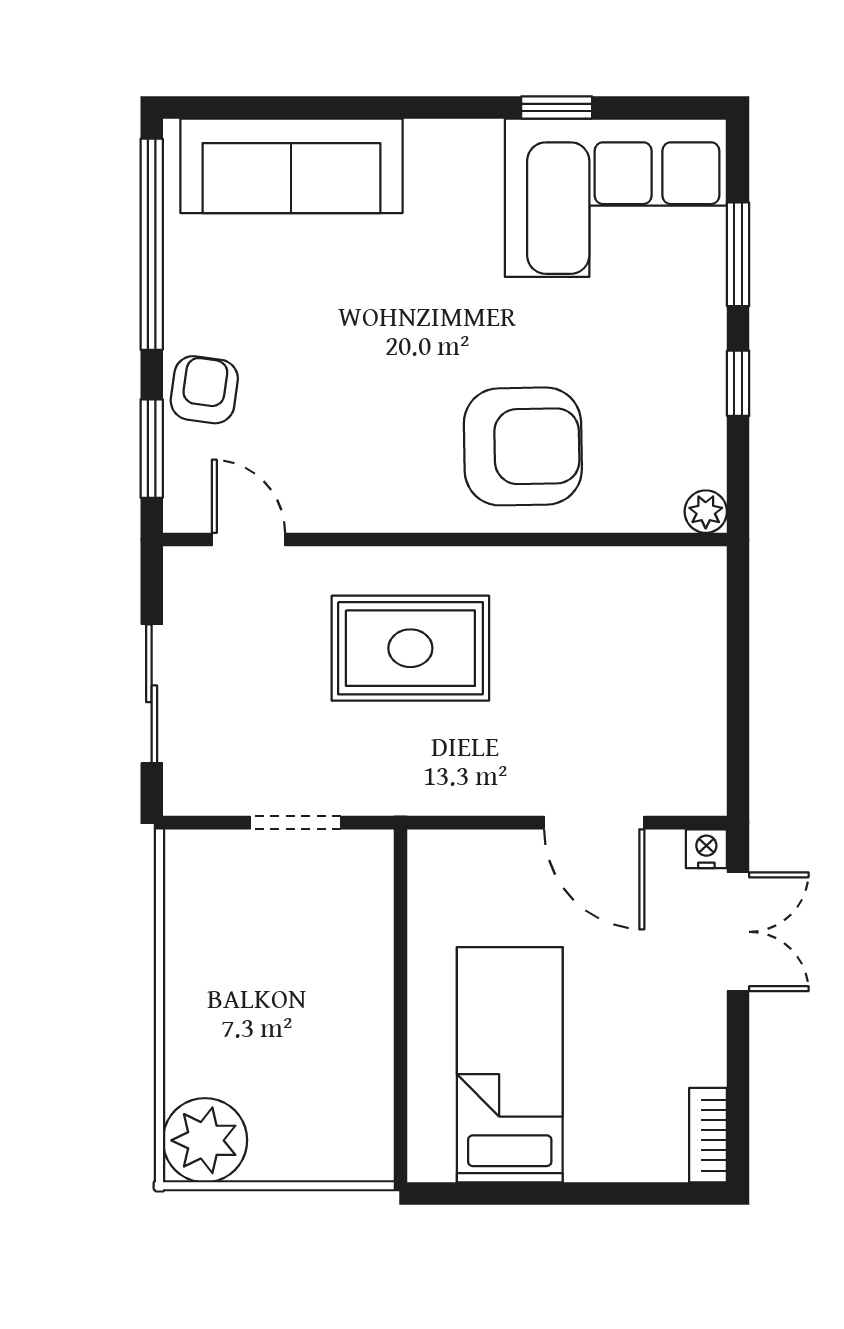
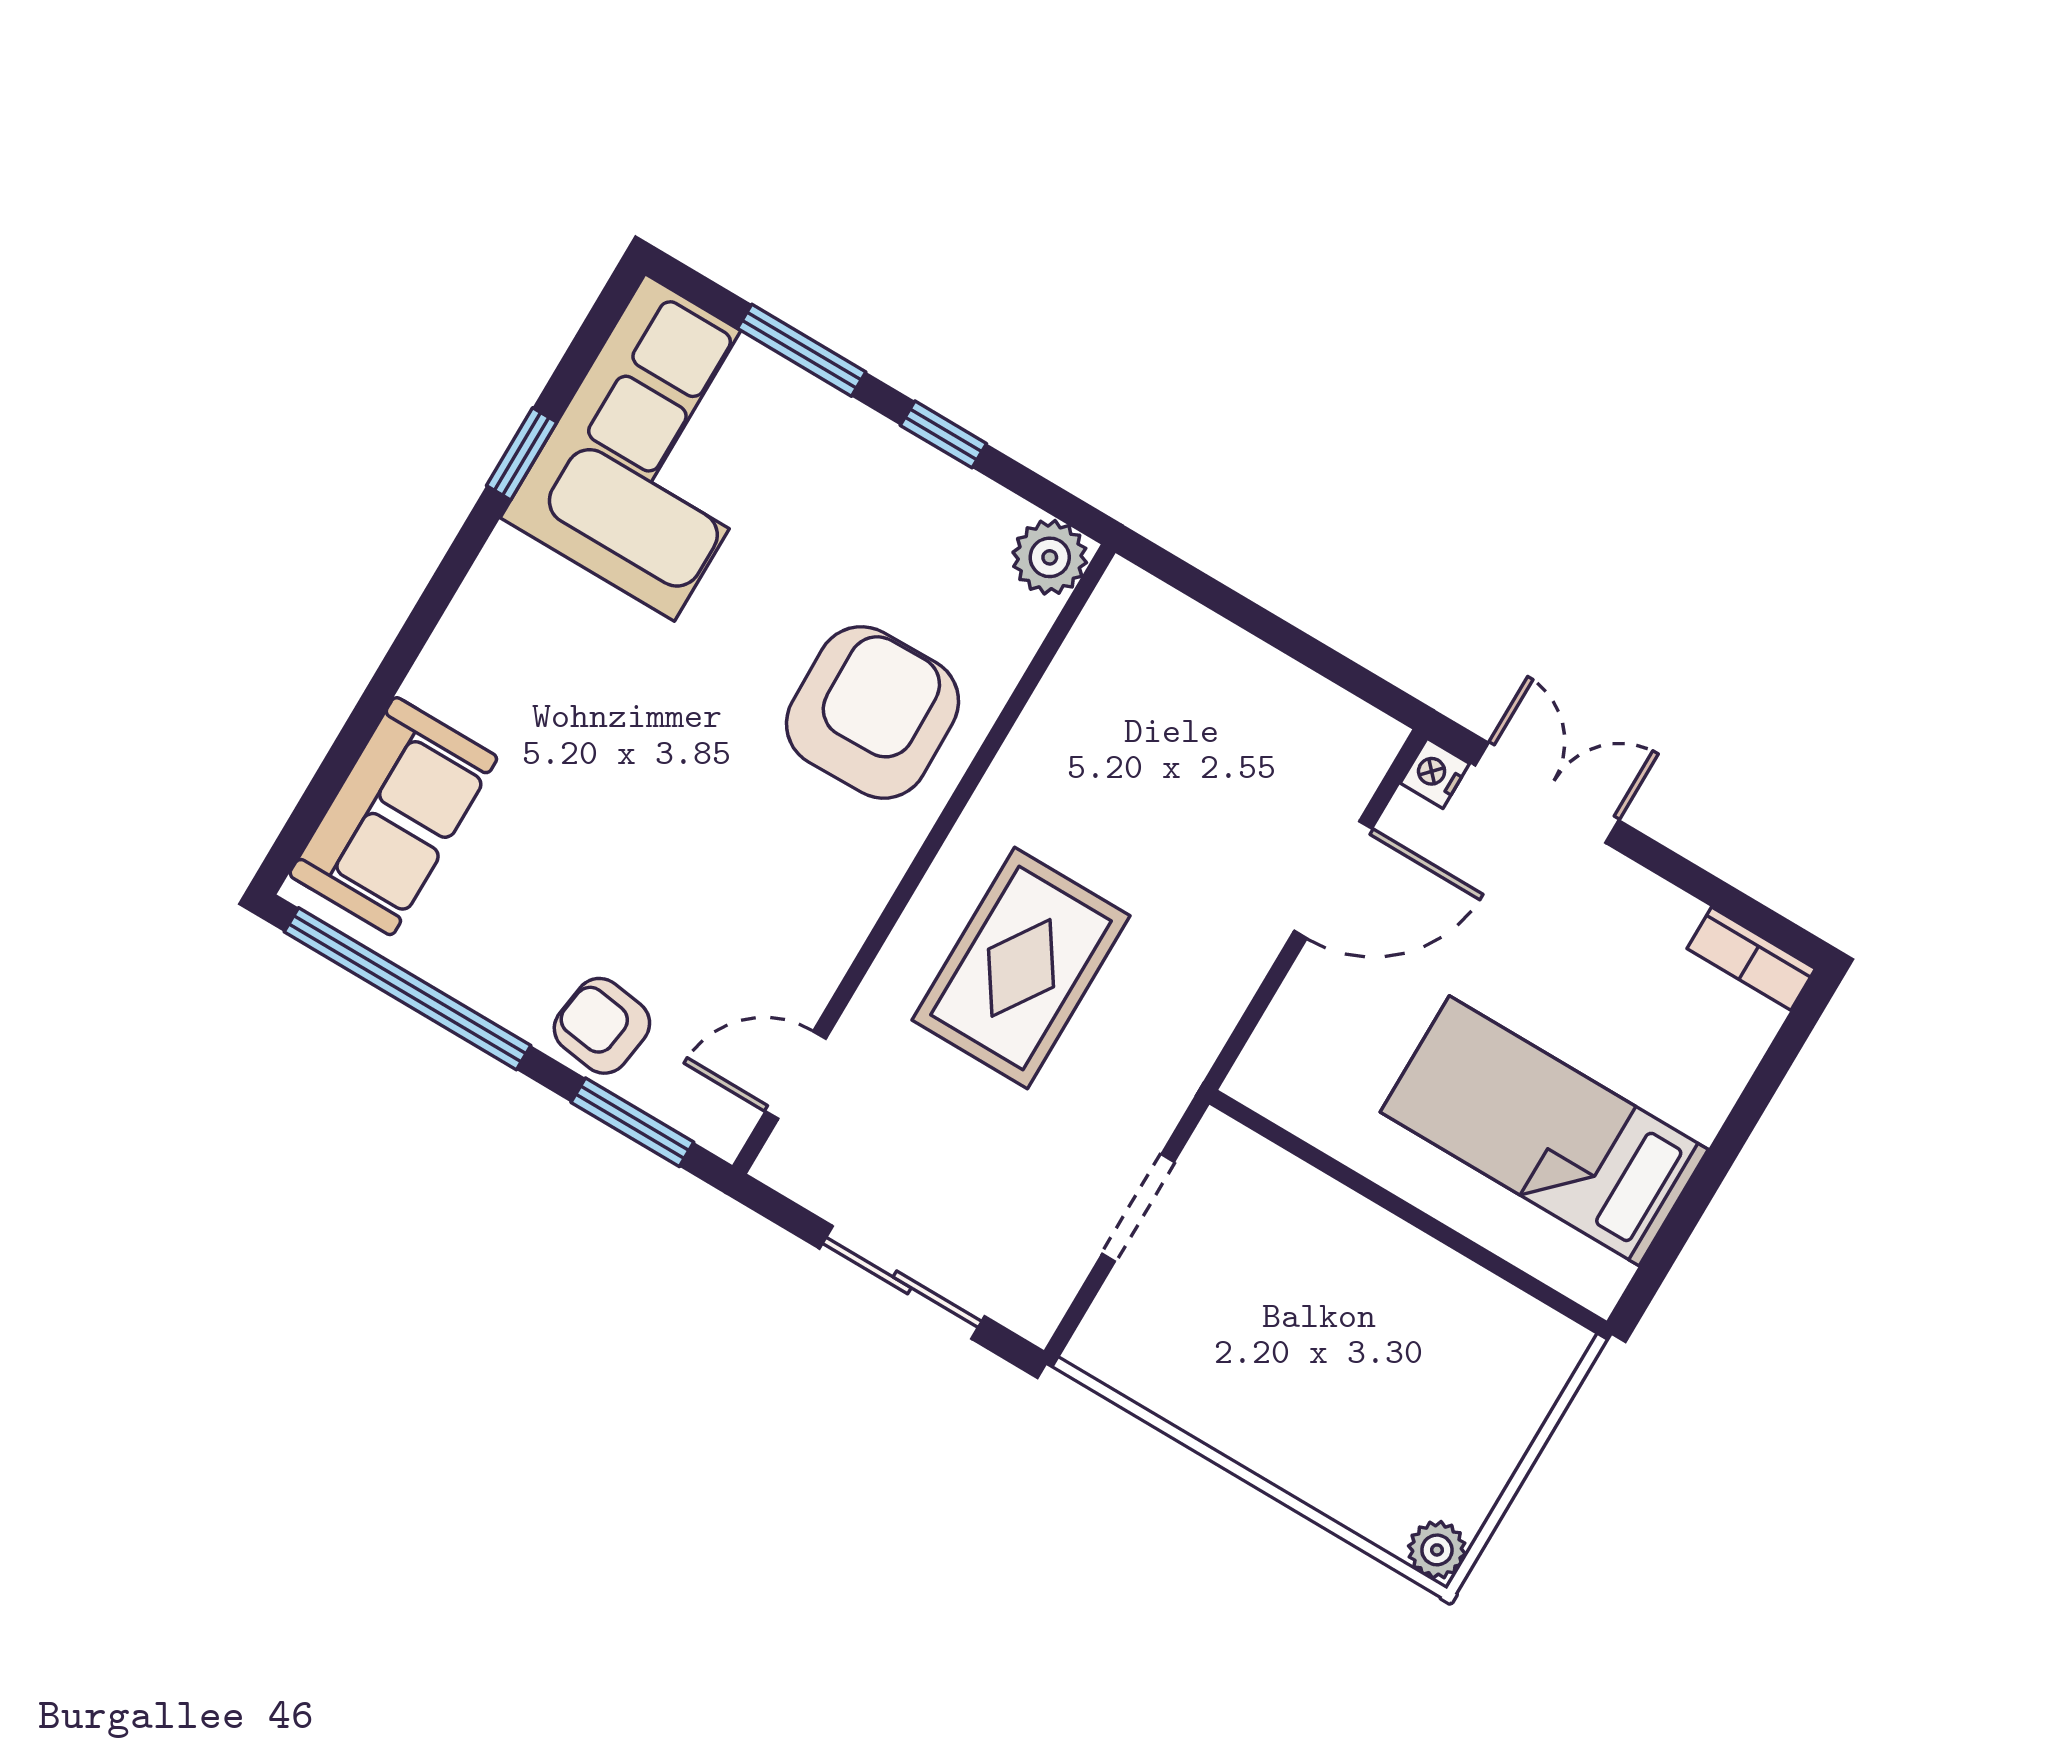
sofa: (291, 166) -> (393, 816), width x0.73
plant: (706, 512) -> (1050, 557), width x1.38, depth x1.38
plant: (205, 1140) -> (1437, 1550), width x0.53, depth x0.53

